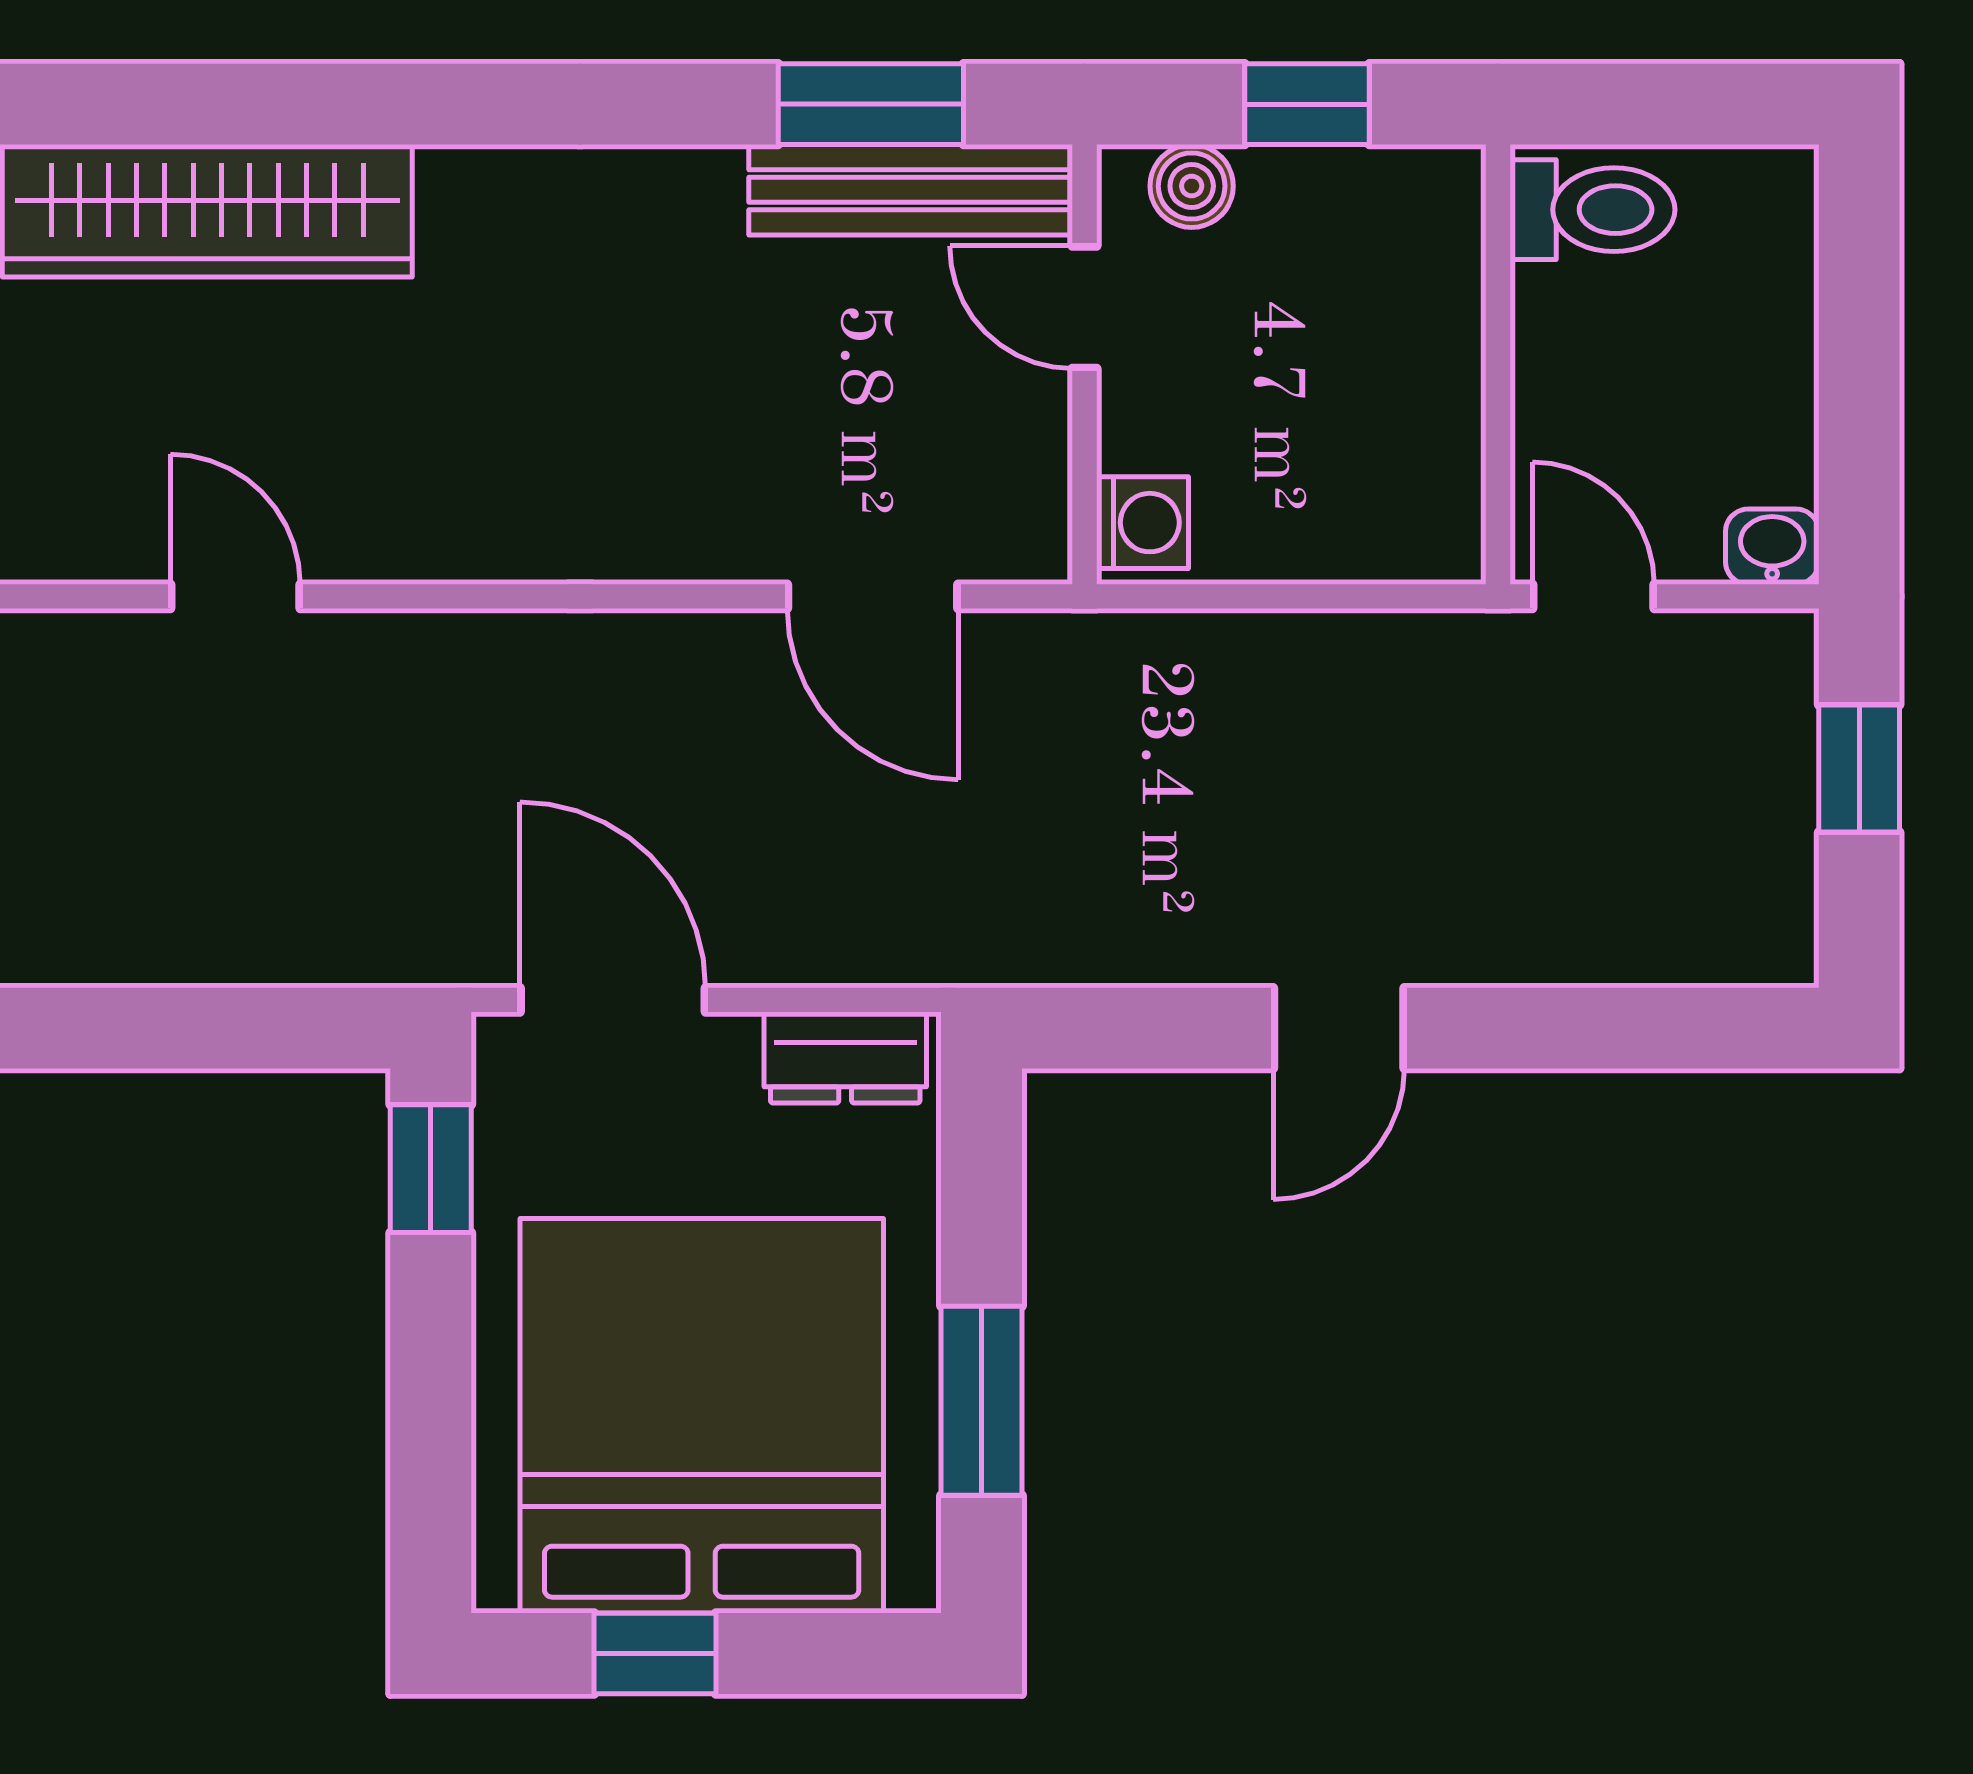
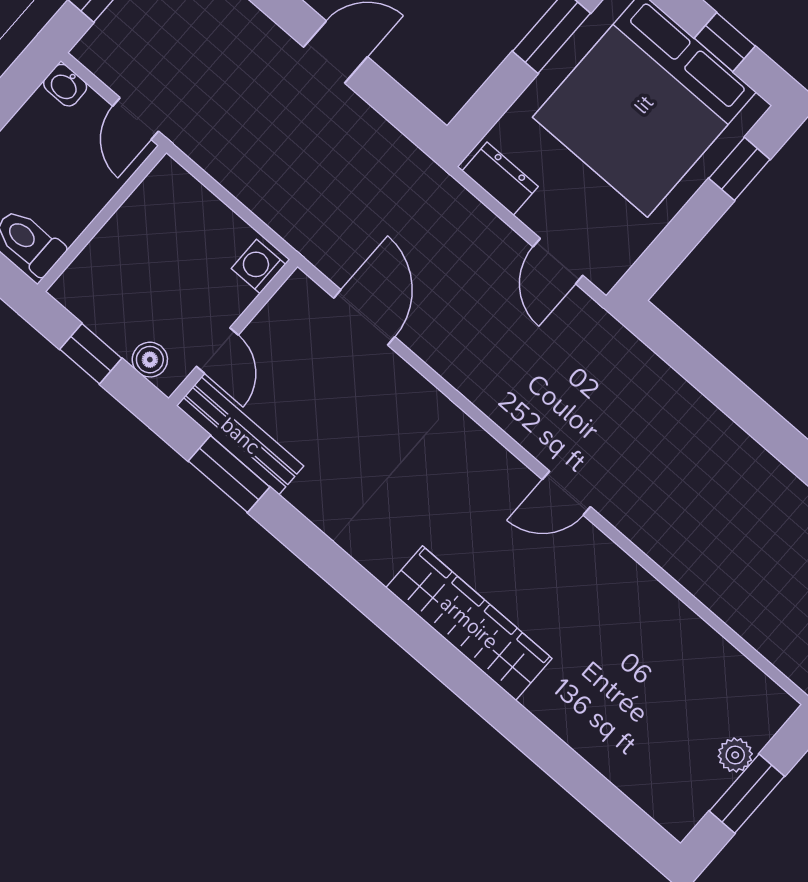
door: (235, 596) -> (566, 493), hinge flipped
door: (613, 1000) -> (558, 261), width x0.73
window: (431, 1169) -> (739, 169), moved

